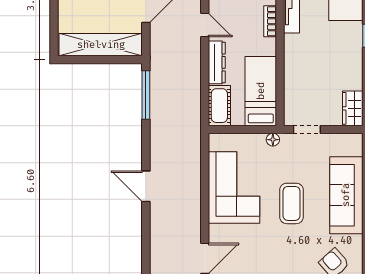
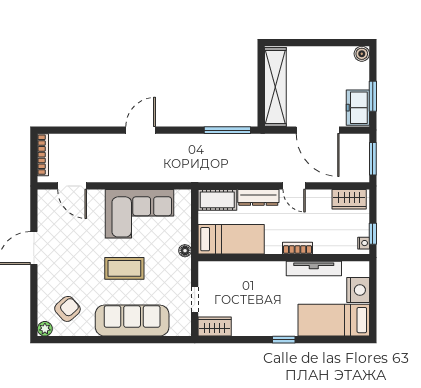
door: (205, 25) -> (294, 186), hinge flipped
doorway: (307, 129) -> (195, 300), moved

